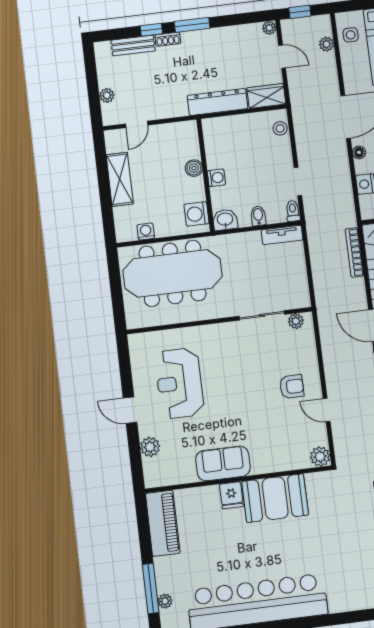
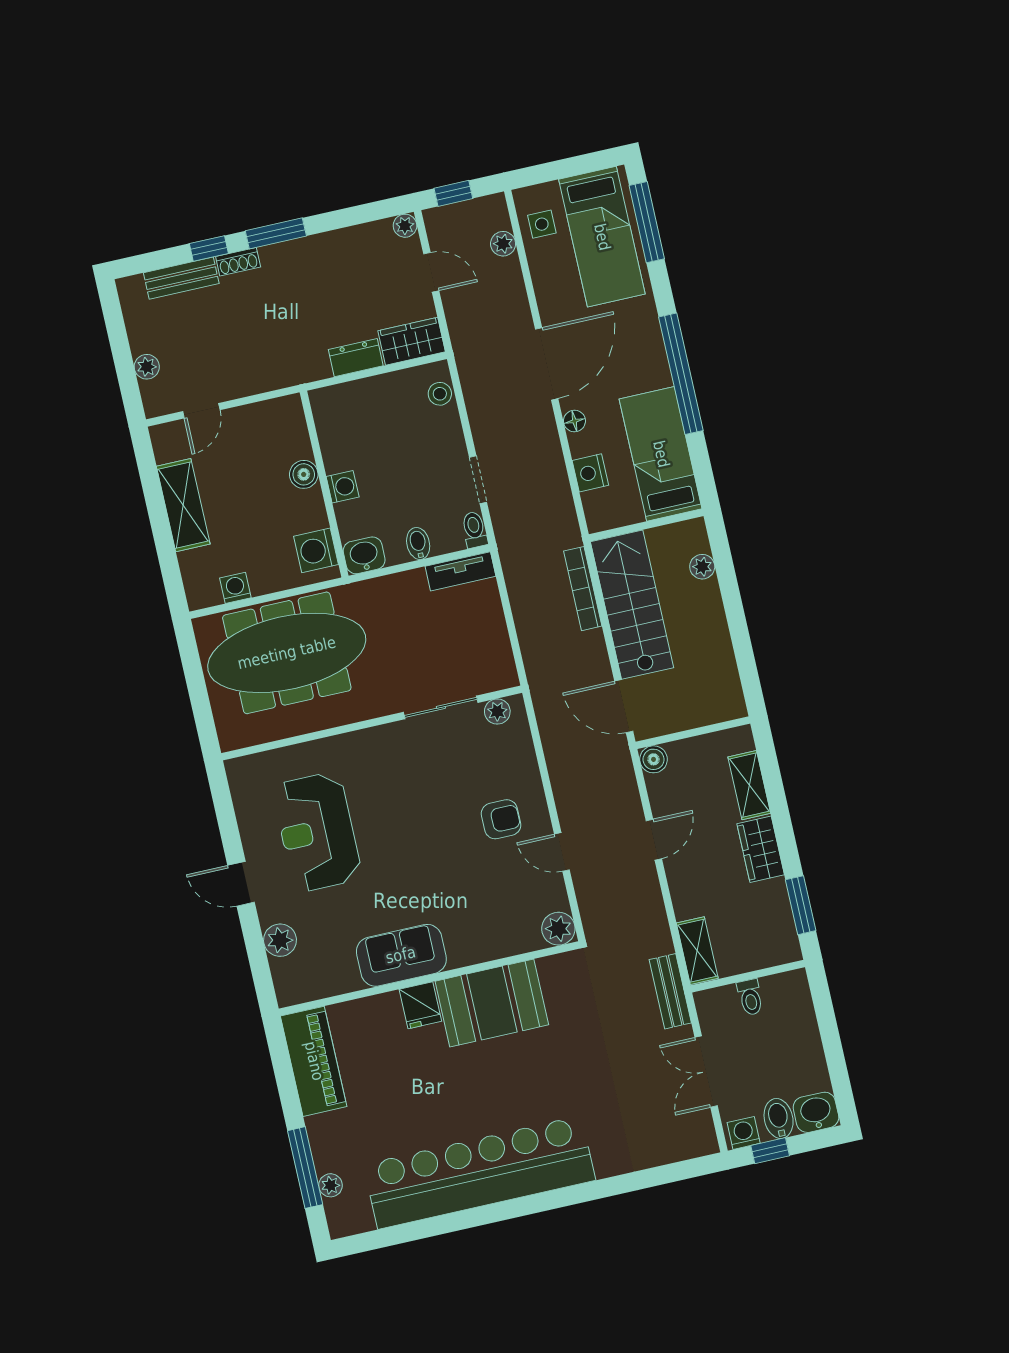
dresser: (217, 102) -> (356, 358), width x0.51, depth x0.80

